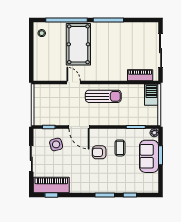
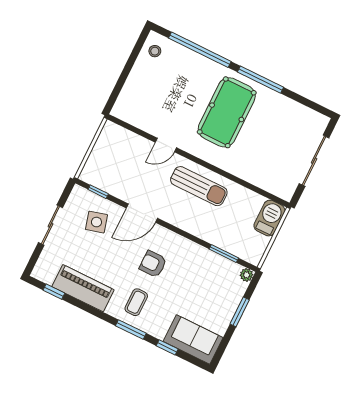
pool table: (78, 44) -> (227, 112), moved
piano: (140, 75) -> (267, 182), removed
door: (74, 82) -> (166, 145), swing flipped
door: (79, 127) -> (142, 213), hinge flipped
coffee table: (120, 148) -> (136, 302), moved
sofa: (149, 156) -> (193, 339), moved, turned 90
piano: (51, 185) -> (83, 288), moved

